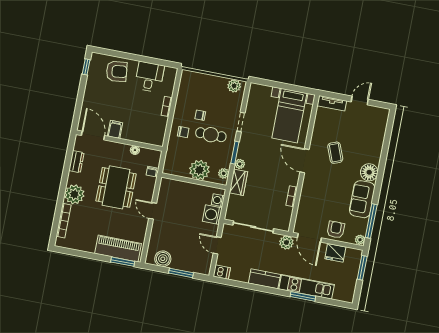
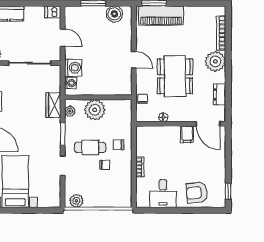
plant: (240, 164) -> (56, 124), removed

